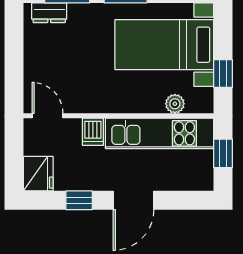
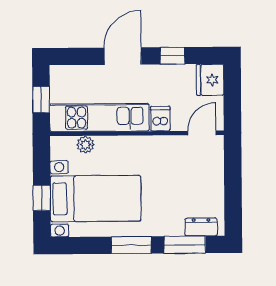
window: (223, 74) -> (42, 198), moved
door: (48, 116) -> (202, 133), swing flipped

